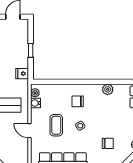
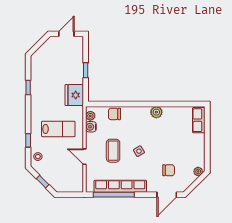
fridge: (22, 74) -> (74, 95), width x1.88, depth x1.34
plant: (108, 89) -> (156, 112), moved
chair: (78, 101) -> (114, 114), moved

